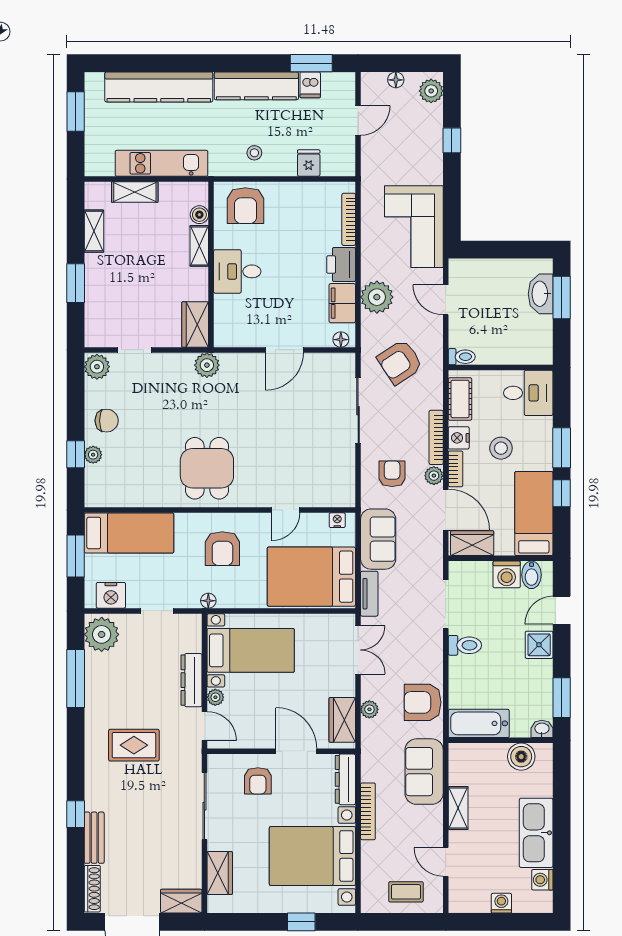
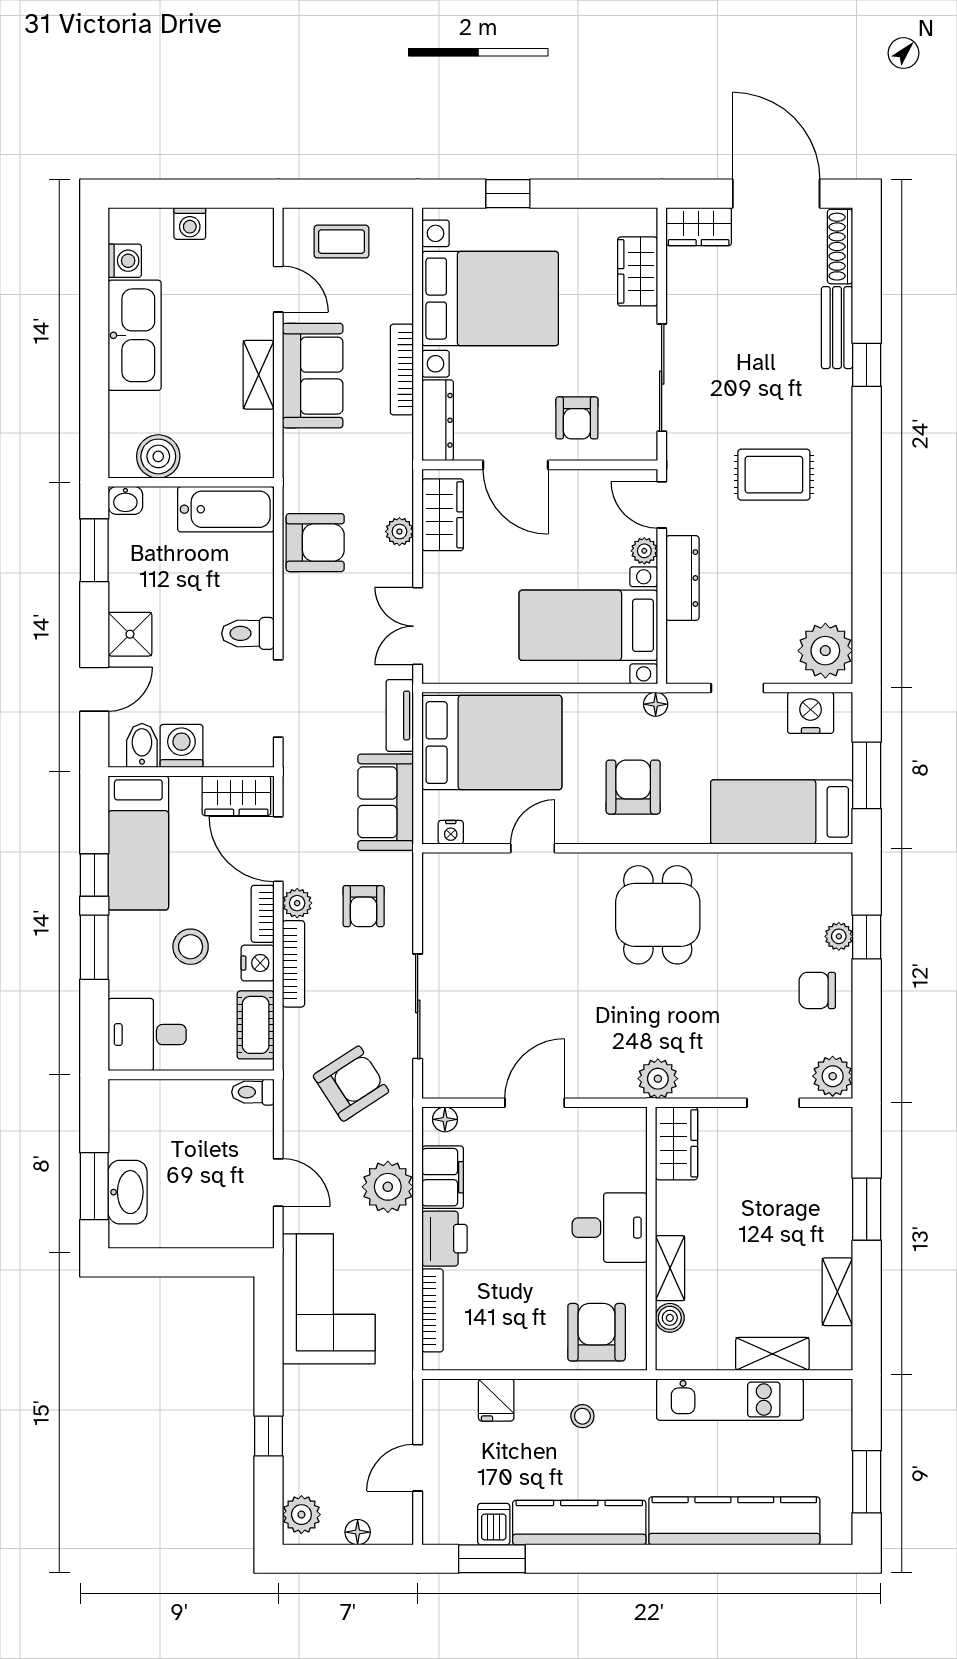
window: (76, 678) -> (867, 581), removed
sofa: (424, 772) -> (313, 376), moved
armchair: (258, 781) -> (577, 418), turned 180

